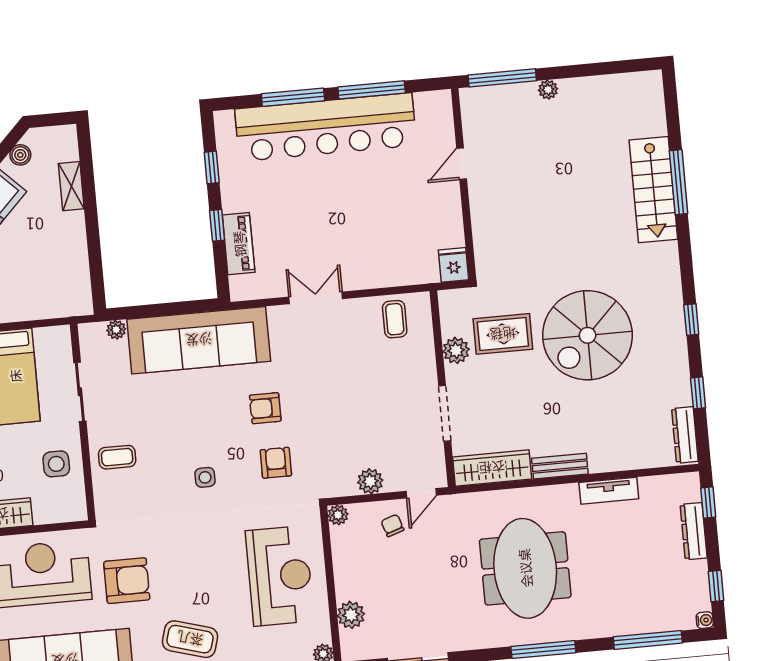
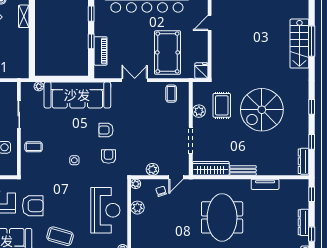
pool table: (379, 234) -> (167, 52), added
rug: (503, 334) -> (222, 105), turned 90
dresser: (694, 531) -> (304, 222), moved
plant: (351, 615) -> (137, 208), moved

